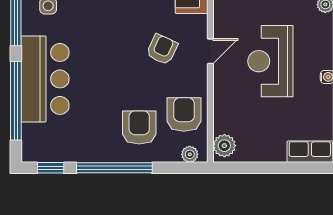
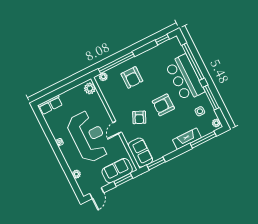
reception desk: (270, 61) -> (88, 136), width x1.36, depth x1.30
armchair: (184, 114) -> (163, 105), moved, turned 90
window: (114, 168) -> (116, 63), moved

